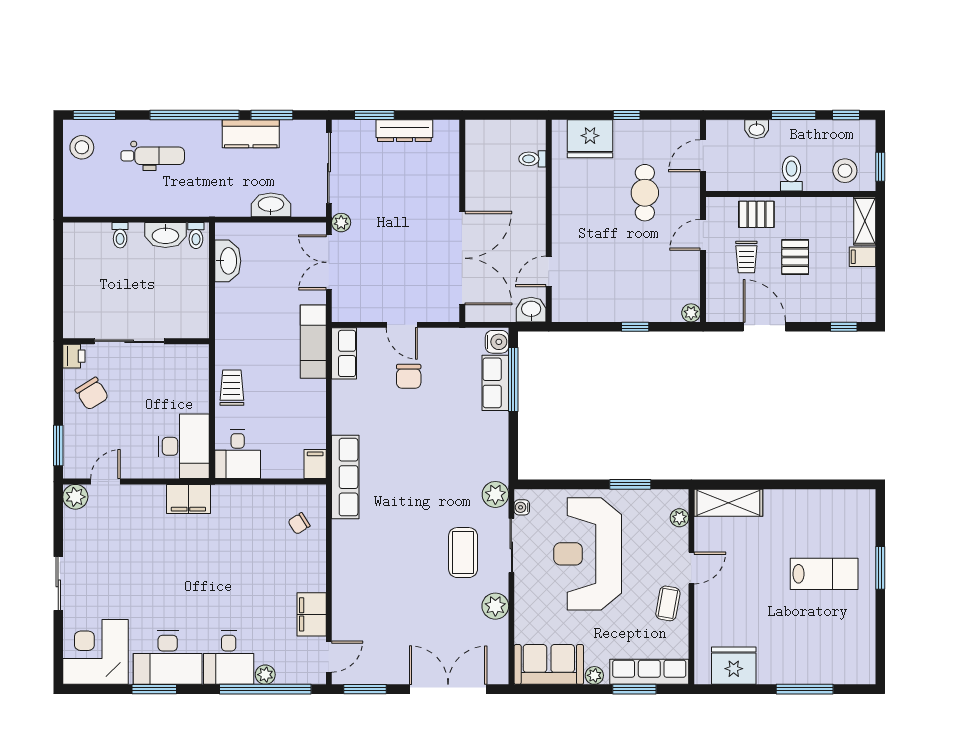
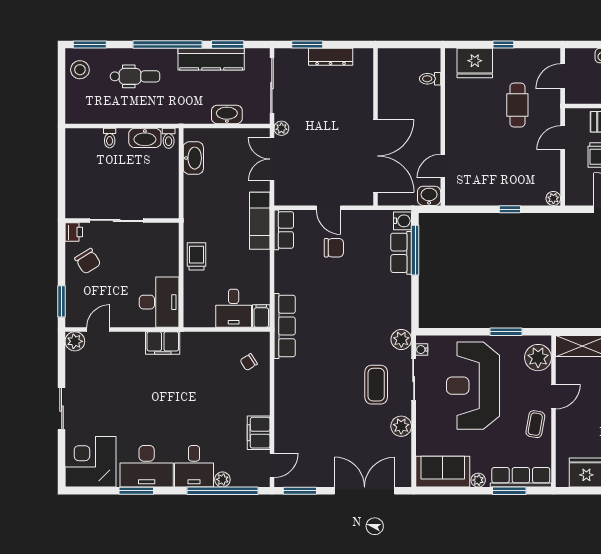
kitchen counter: (251, 134) -> (211, 59), width x1.50
chair: (409, 376) -> (334, 248), turned -90
desk: (238, 454) -> (234, 308), moved
plant: (679, 518) -> (538, 358), width x1.87, depth x1.87

